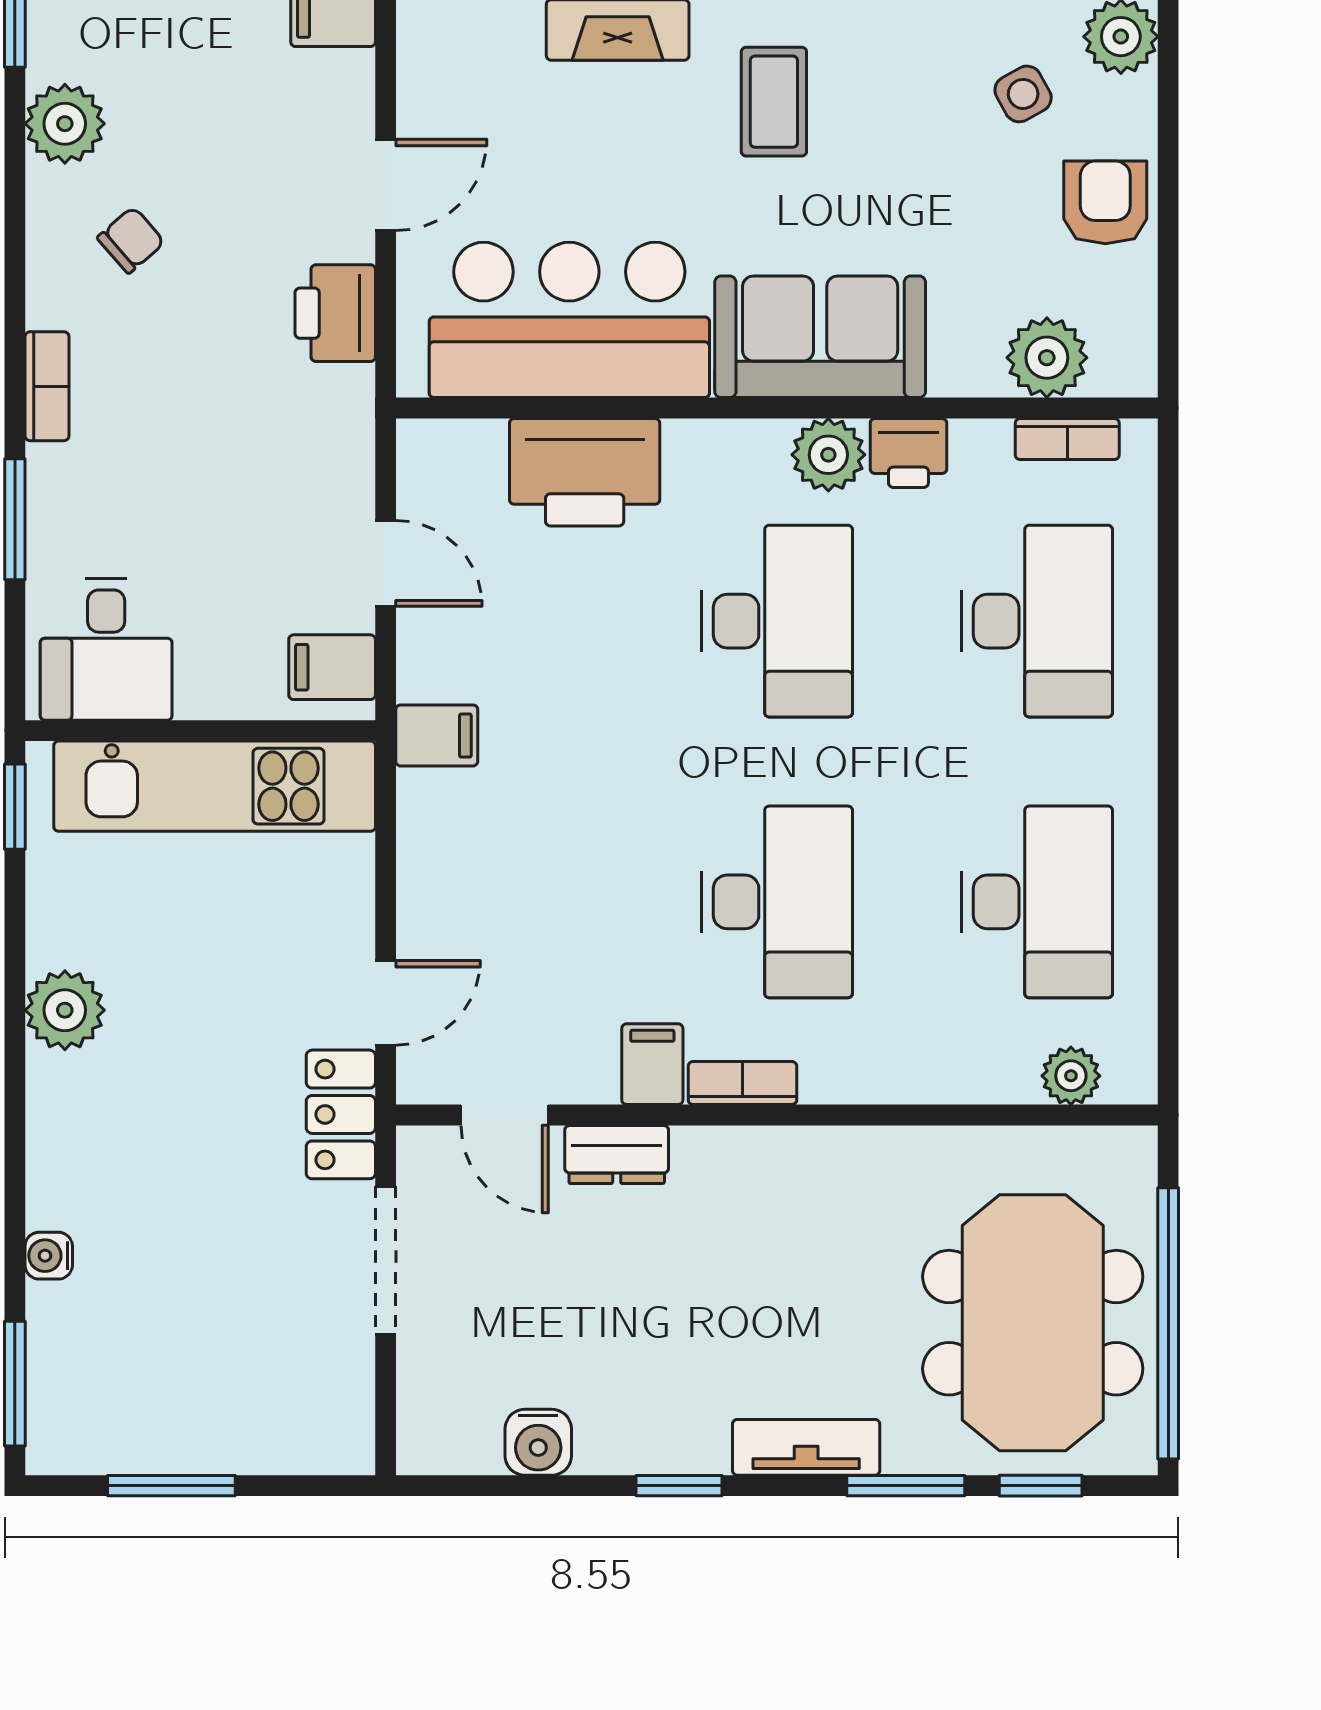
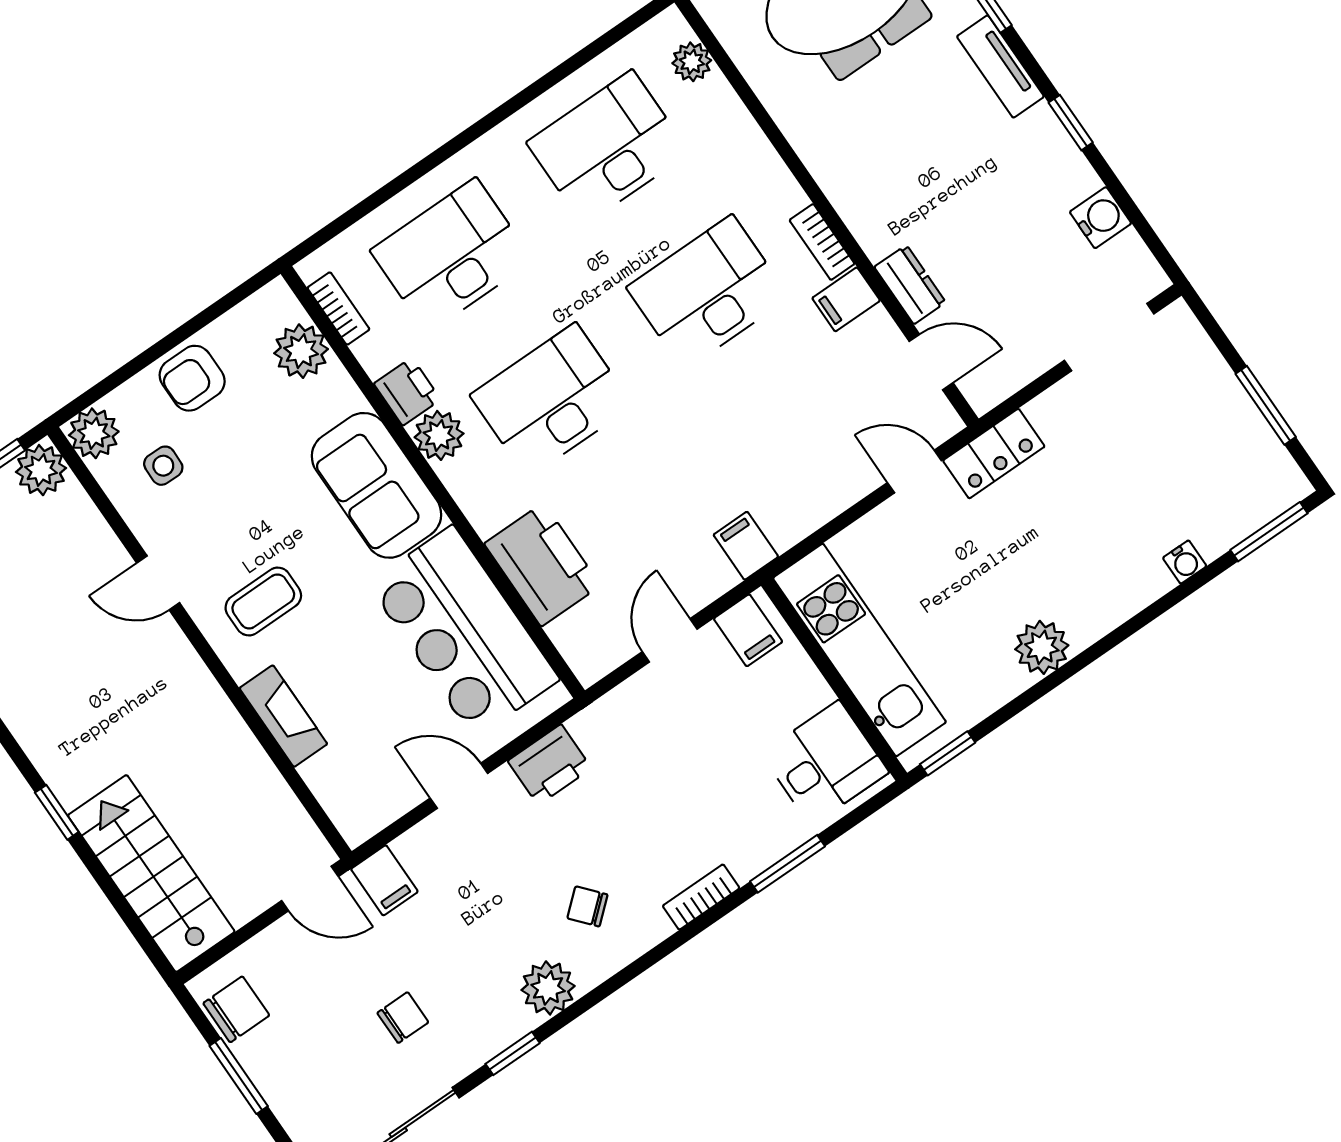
side table: (1023, 94) -> (163, 466), turned 30
door: (505, 1115) -> (931, 362), hinge flipped
doorway: (386, 1260) -> (1109, 337), moved

